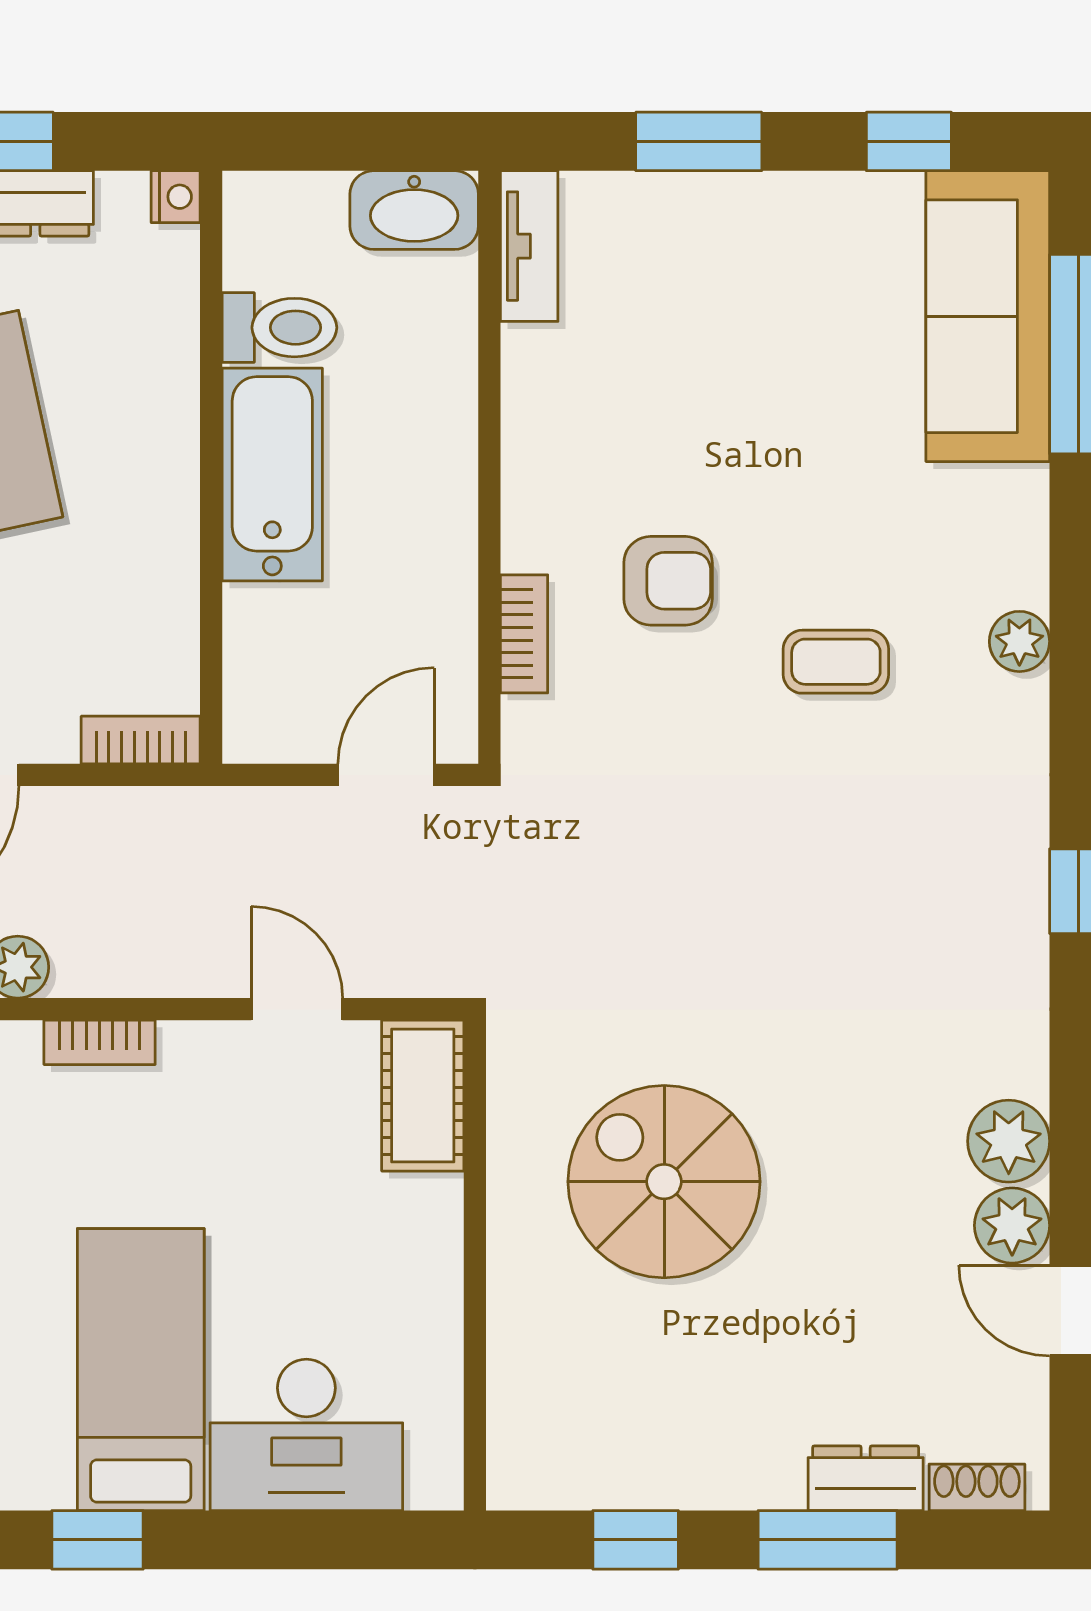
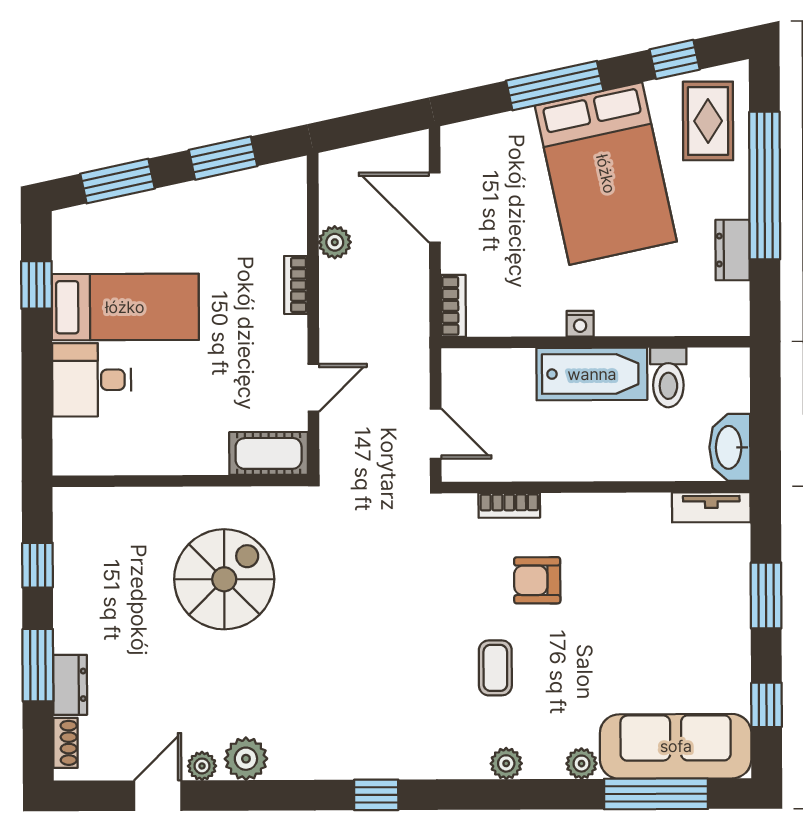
nightstand: (176, 197) -> (580, 324), moved
plant: (1020, 497) -> (582, 764), added
armchair: (668, 581) -> (537, 580), turned 90
plant: (1012, 1225) -> (202, 766), width x0.73, depth x0.73
desk: (306, 1435) -> (92, 380), width x0.73

